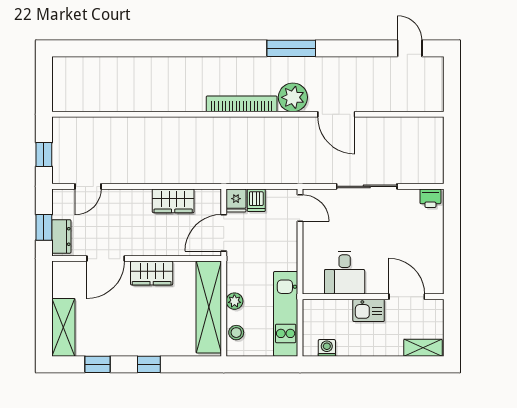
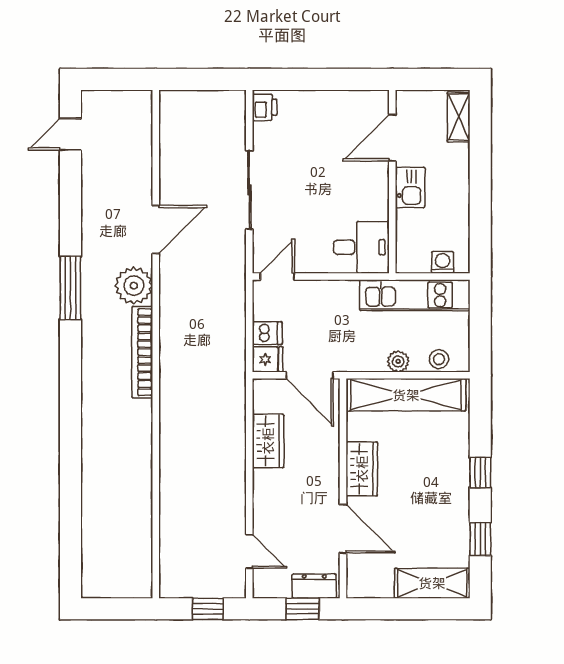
desk: (345, 273) -> (361, 247), moved
washing machine: (327, 348) -> (443, 262), moved, turned 90

